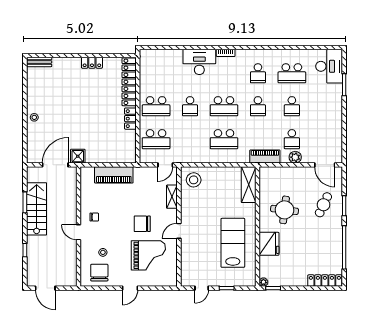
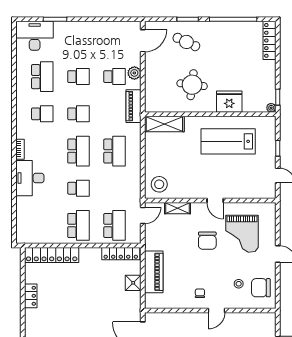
locker: (130, 119) -> (121, 254), moved, width x1.53
shower: (78, 156) -> (133, 283), moved
door: (165, 165) -> (143, 215), hinge flipped
grand piano: (148, 255) -> (242, 234), turned 180

